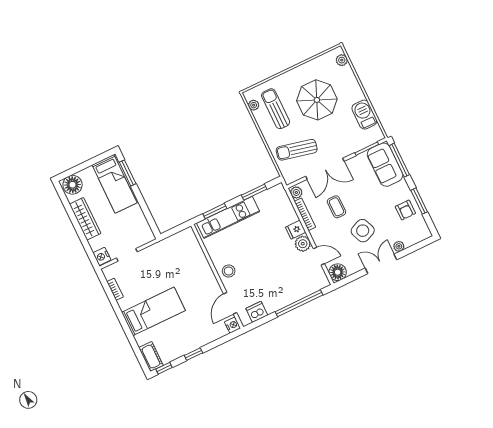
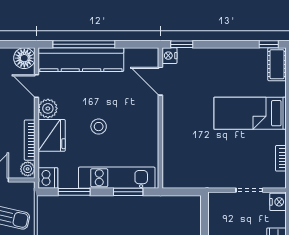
fridge: (296, 230) -> (52, 135), width x1.88, depth x1.34
stool: (229, 271) -> (99, 127), moved
kitchen counter: (296, 291) -> (81, 60), added
door: (230, 303) -> (160, 81), swing flipped
dishwasher: (257, 312) -> (48, 178), moved, turned -90
window: (193, 354) -> (182, 44), moved

